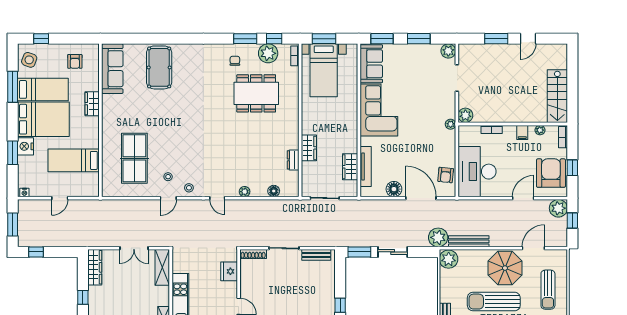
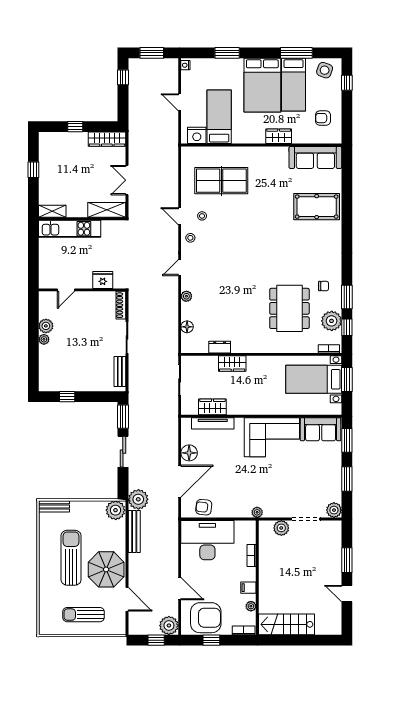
plant: (465, 115) -> (281, 528), moved
nightstand: (25, 146) -> (197, 135), moved, turned 180

